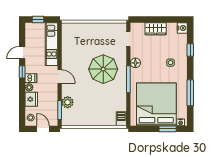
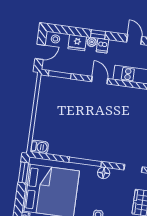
parasol: (103, 69) -> (101, 133), removed
window: (22, 72) -> (98, 34), moved
door: (60, 77) -> (100, 80), swing flipped
plant: (68, 102) -> (68, 85), removed
window: (168, 129) -> (23, 173), moved

